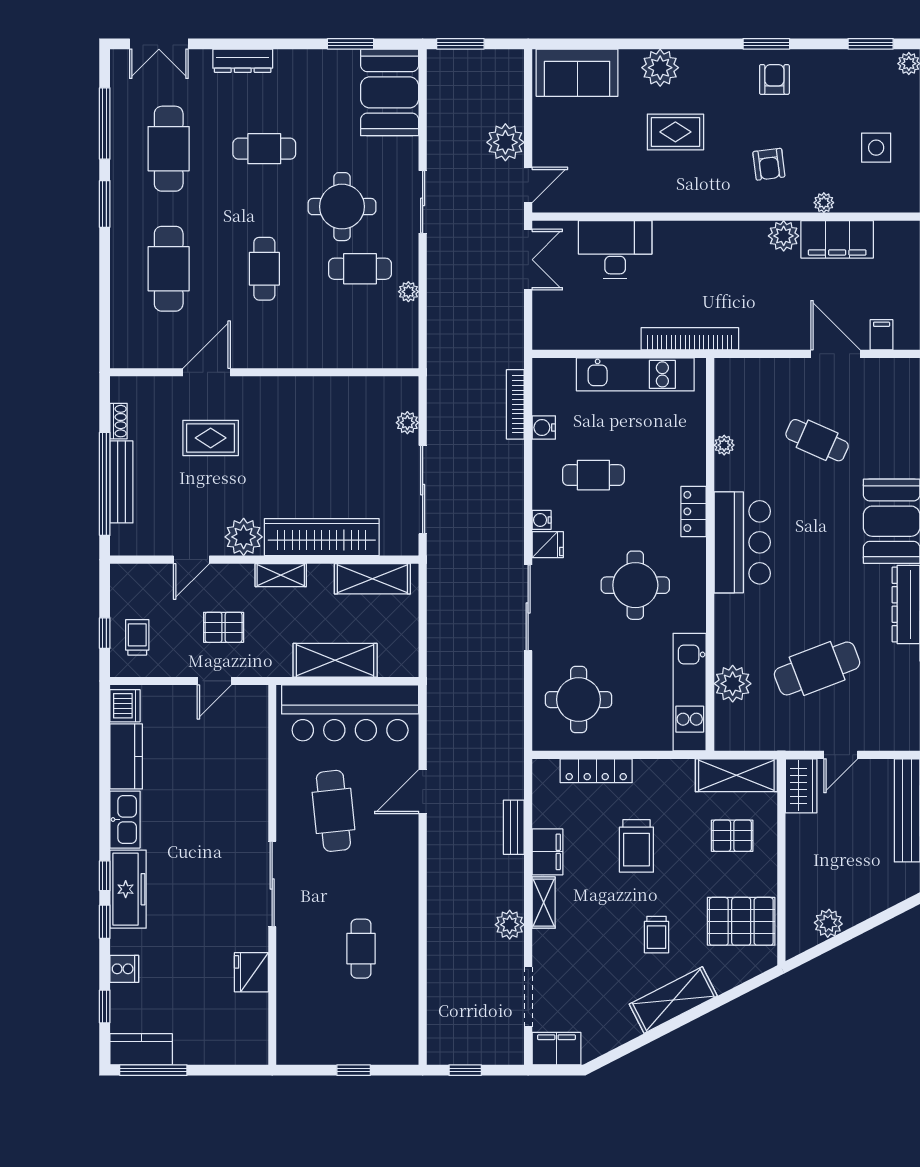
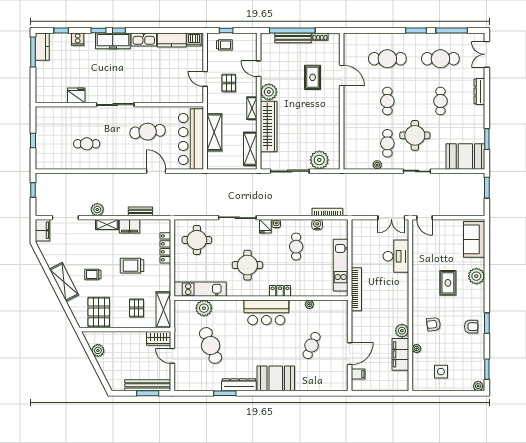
plant: (505, 142) -> (443, 208), removed
cafe table: (264, 269) -> (387, 101), turned 90
plant: (407, 423) -> (319, 160), width x1.87, depth x1.87

